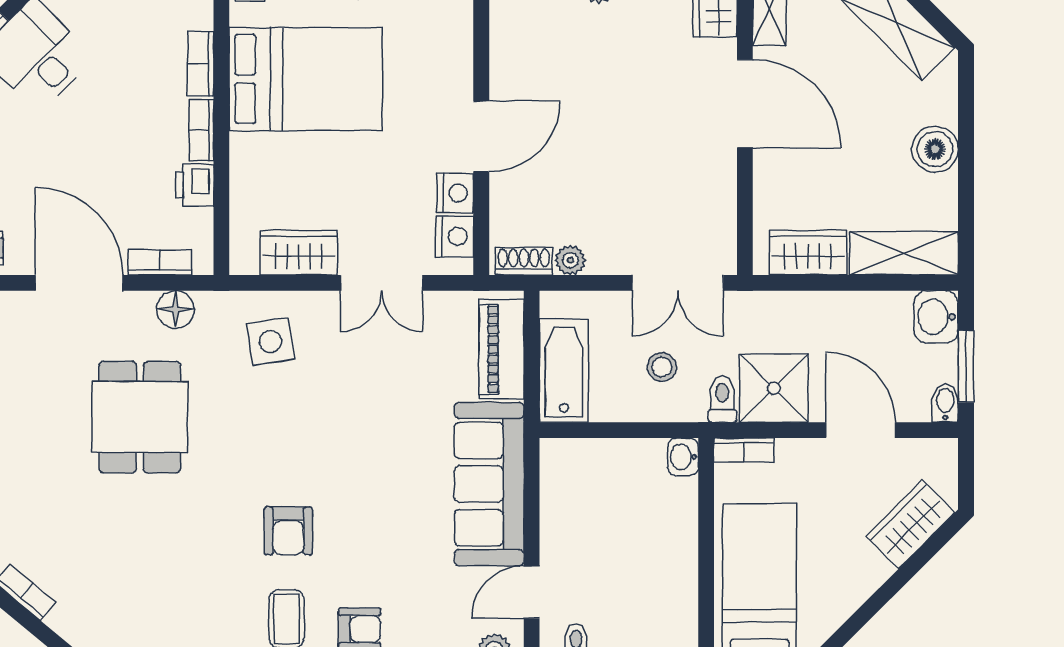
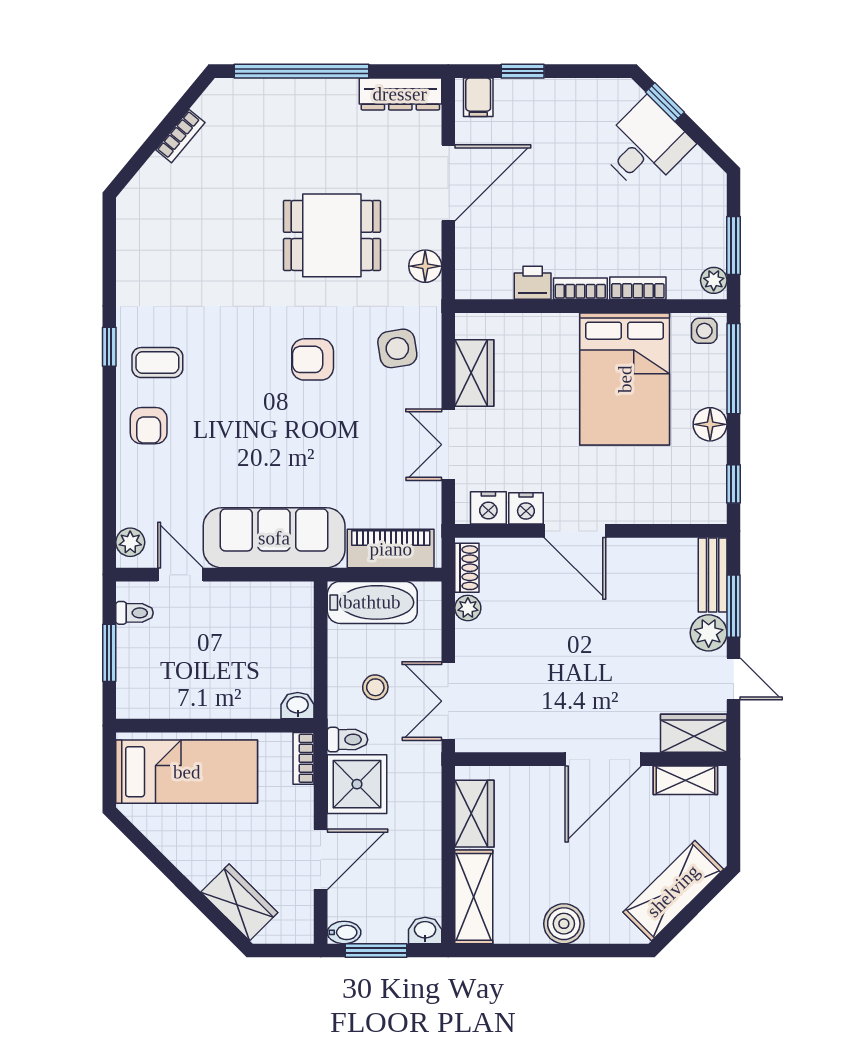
bookcase: (160, 262) -> (466, 253), removed
washbasin: (936, 317) -> (425, 930), width x0.72, depth x0.69
armchair: (288, 531) -> (313, 359), moved

